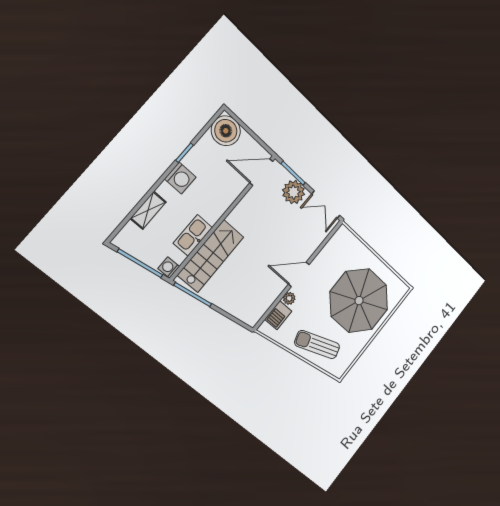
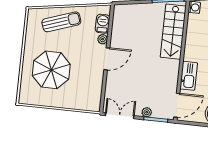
plant: (294, 192) -> (147, 112), width x0.53, depth x0.53
kitchen sink: (193, 235) -> (189, 76), moved
parasol: (359, 301) -> (51, 70), width x0.73, depth x0.73

